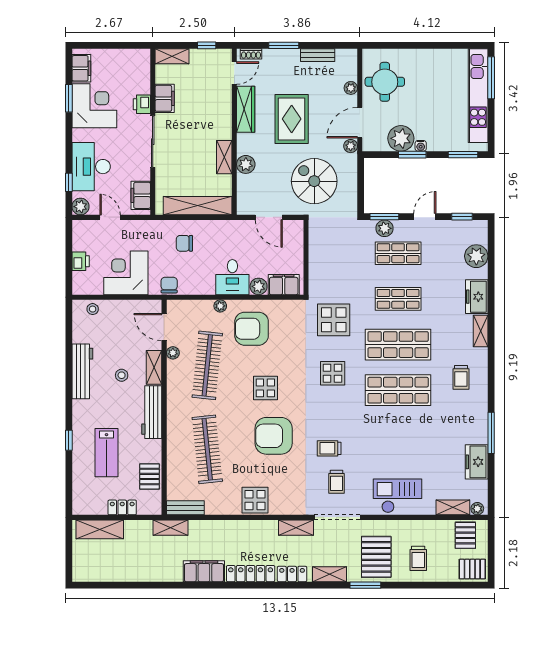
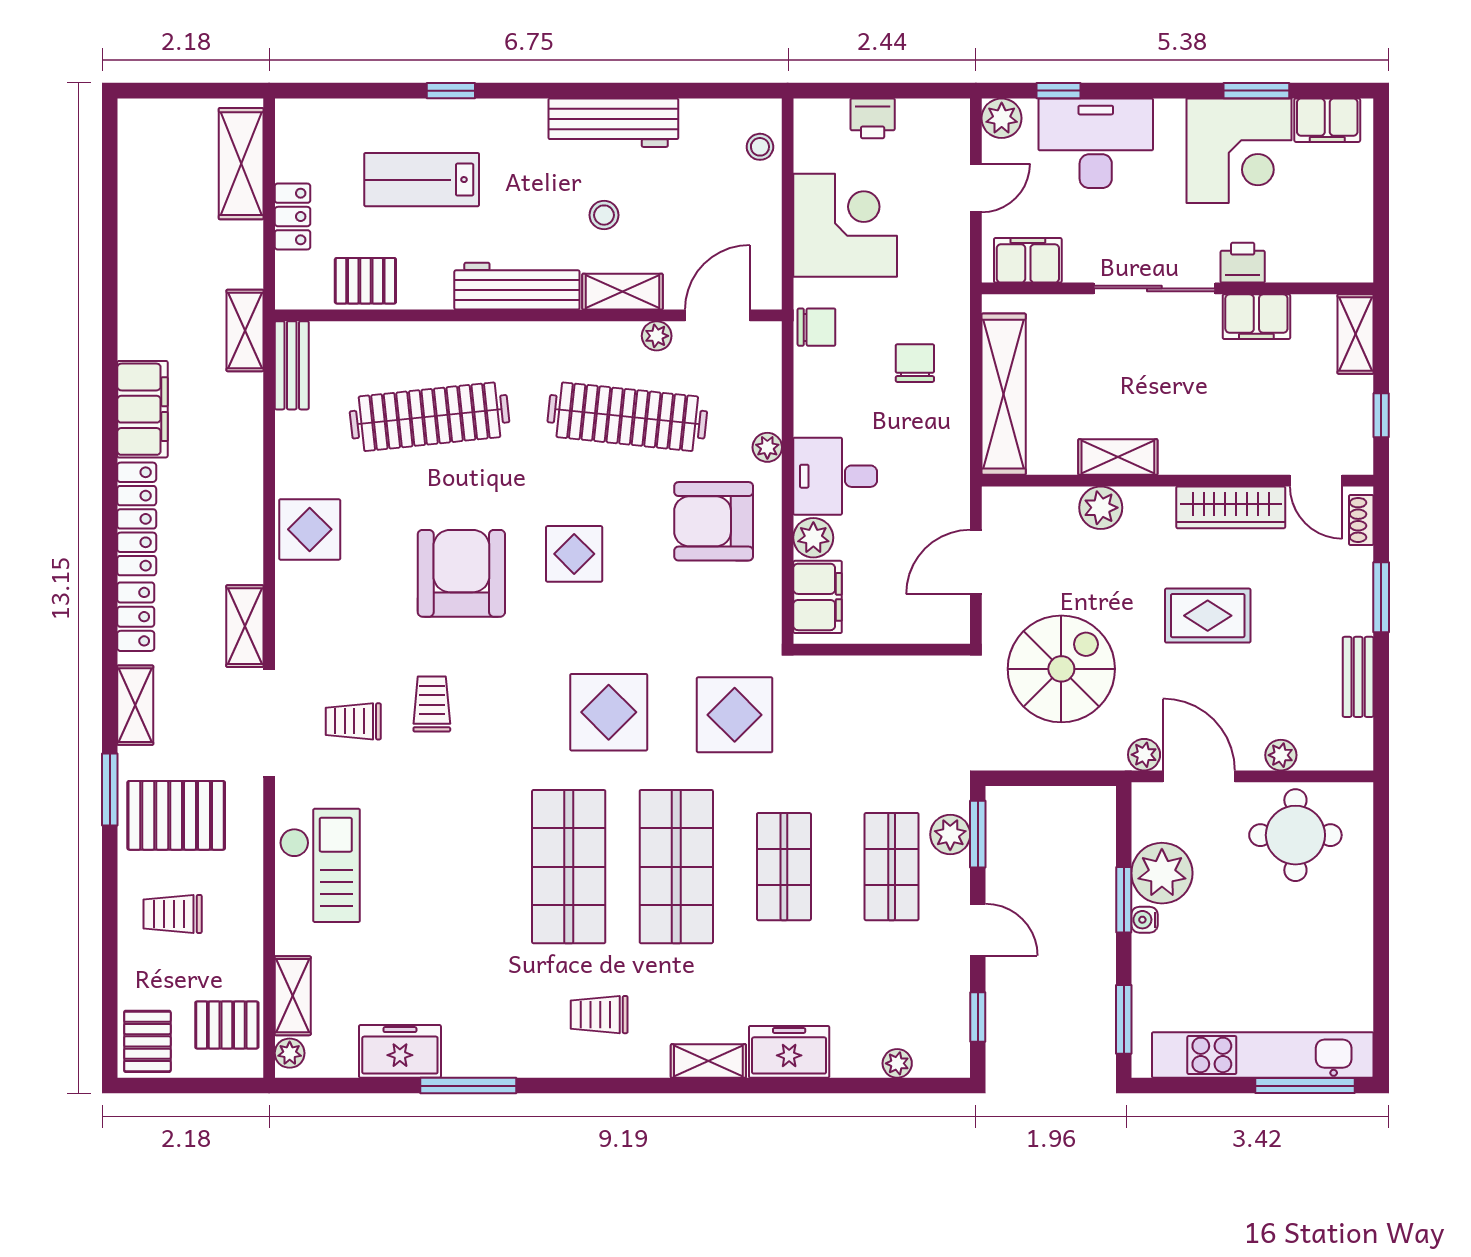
rug: (292, 119) -> (1208, 616), width x0.73, depth x0.70
plant: (476, 256) -> (897, 1063), width x0.53, depth x0.53
armchair: (252, 329) -> (714, 521), turned -90
display table: (333, 373) -> (609, 712), width x1.36, depth x1.36

